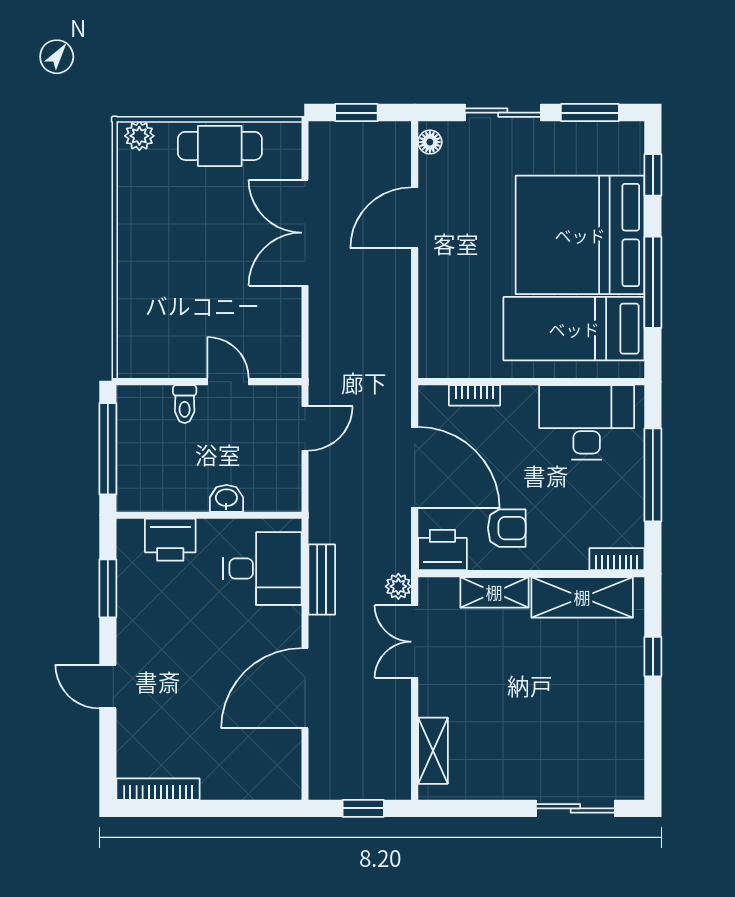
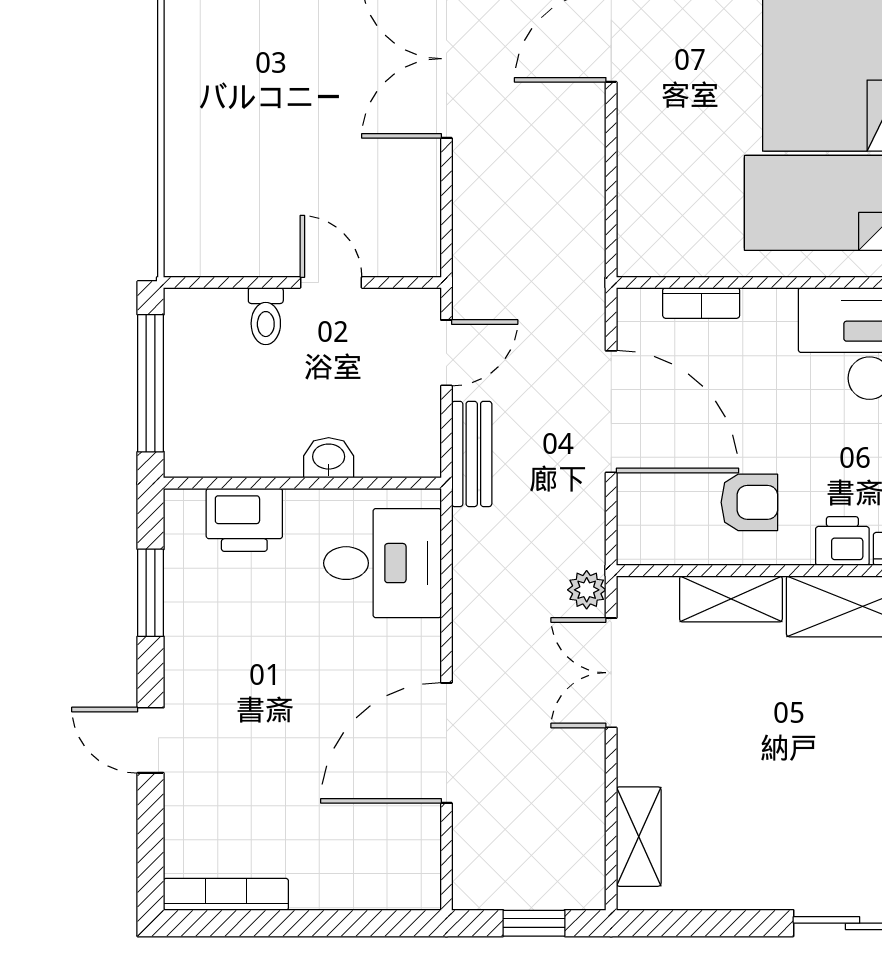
printer: (442, 550) -> (842, 541), moved, width x0.73, depth x0.81
bench: (322, 580) -> (472, 454), moved

